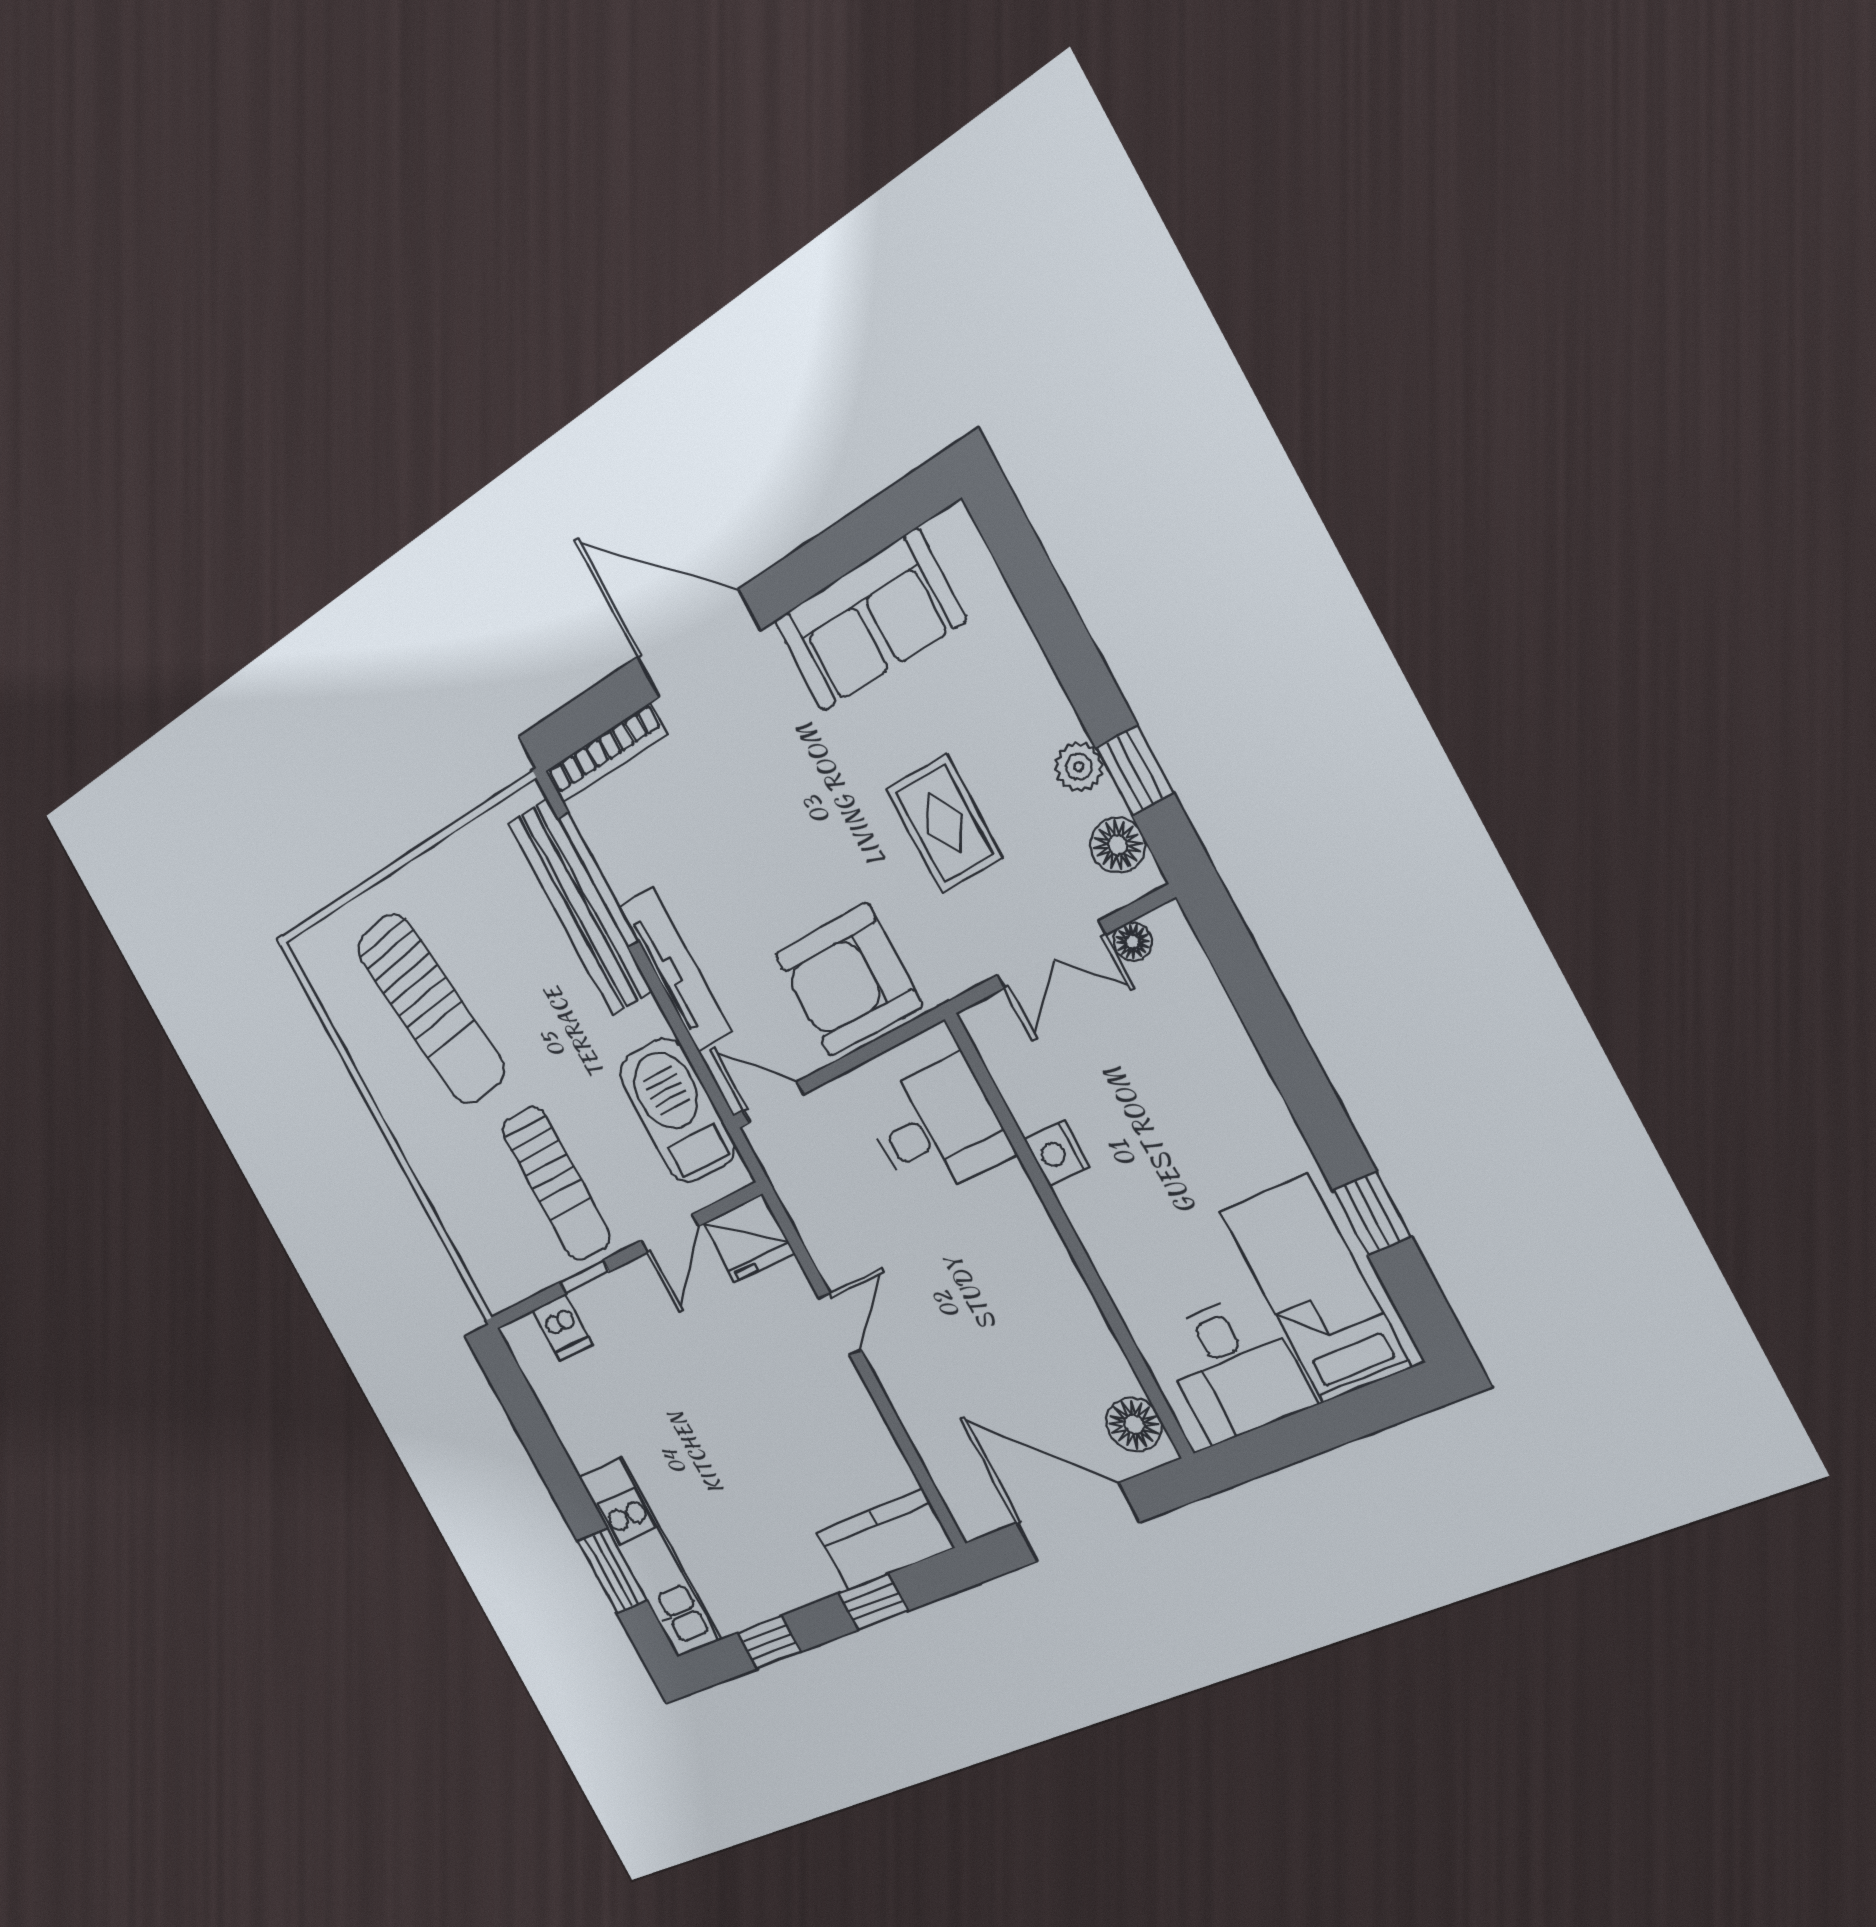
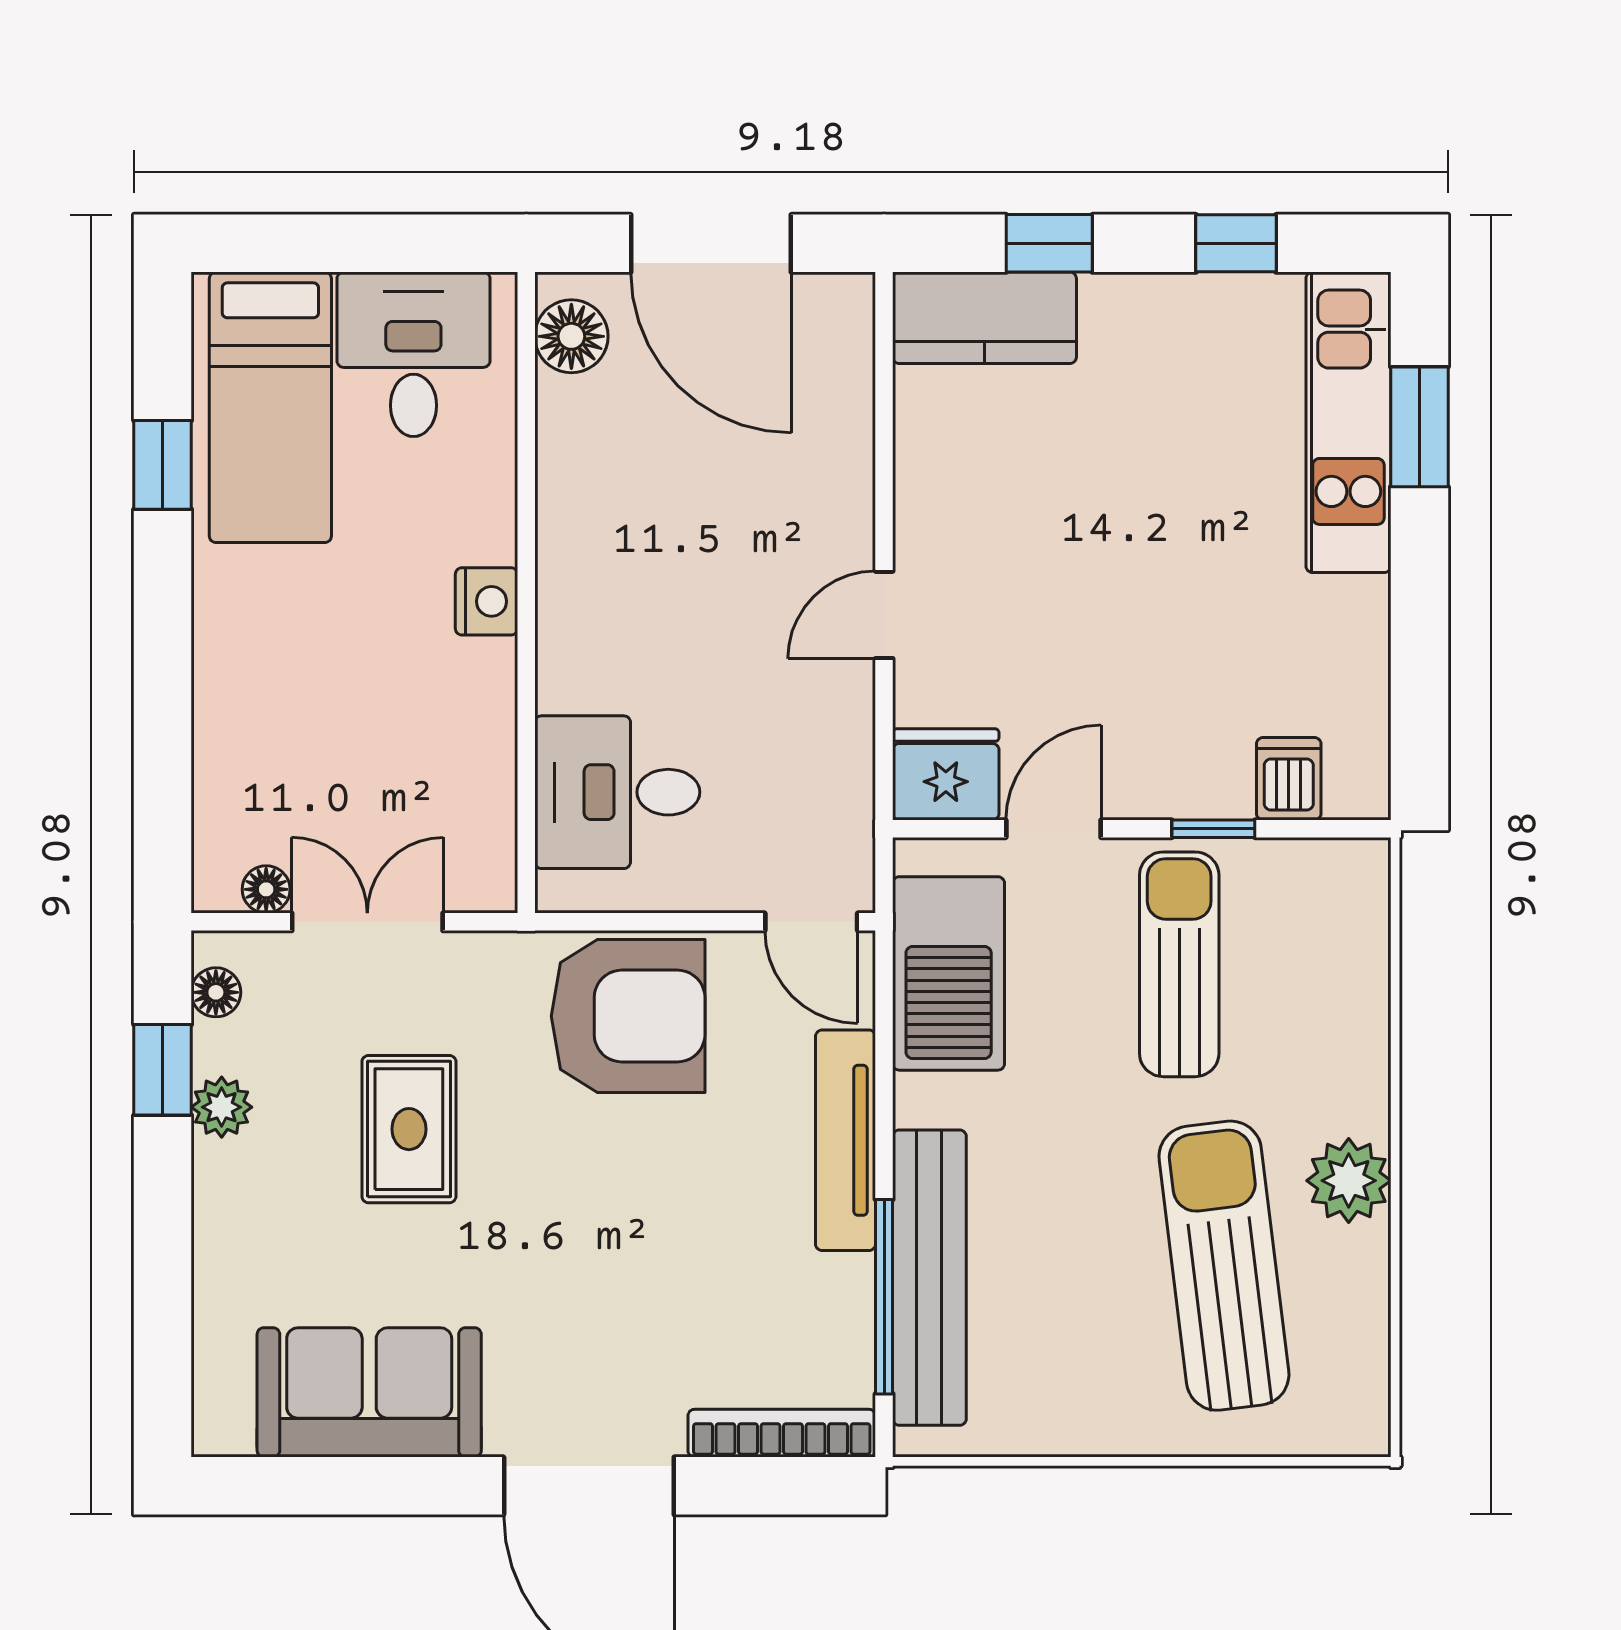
floor lamp: (1118, 845) -> (216, 992), width x0.73, depth x0.73
plant: (398, 1098) -> (1349, 1181), added
nightstand: (1057, 1153) -> (487, 601), moved

